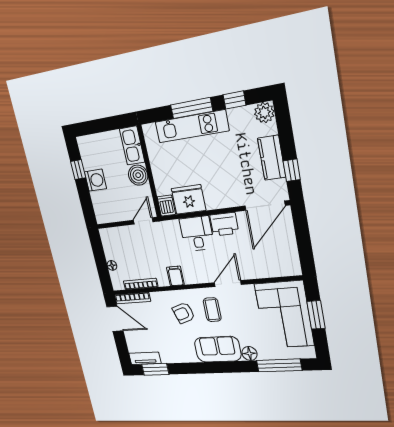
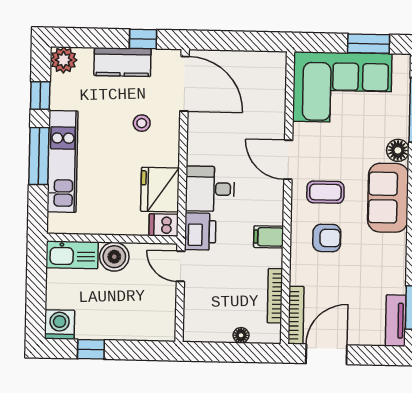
stool: (231, 179) -> (142, 123), added
washing machine: (95, 180) -> (59, 325), moved
printer: (224, 224) -> (200, 231), moved
armchair: (184, 313) -> (327, 238), turned -72
window: (316, 315) -> (369, 44), moved

